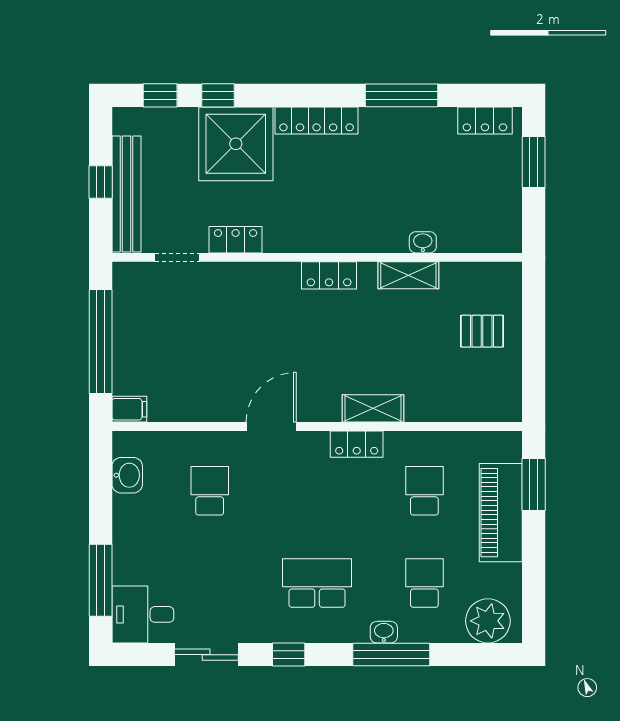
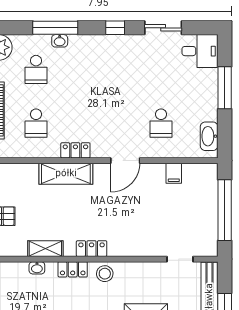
stool: (306, 232) -> (105, 274), added
locker: (236, 240) -> (73, 269), moved
shelving: (373, 408) -> (66, 174), width x1.50, depth x1.33
filing cabinet: (129, 409) -> (174, 173), moved, turned -90
washbasin: (127, 475) -> (209, 136), width x1.38
window: (101, 580) -> (225, 88), moved
school desk: (317, 583) -> (99, 69), removed

